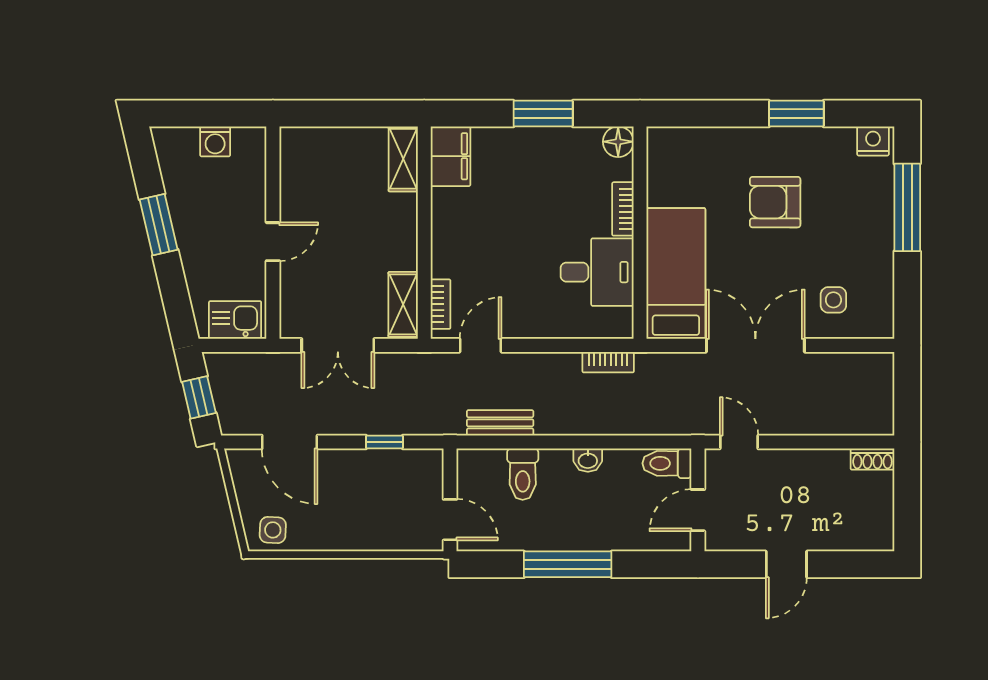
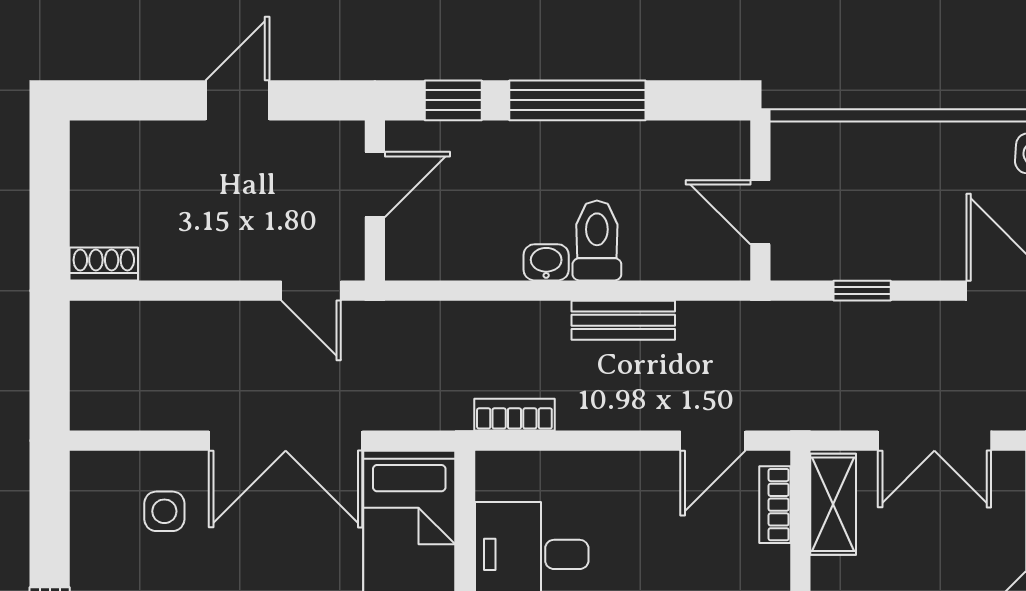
double door: (338, 345) -> (934, 441), swing flipped
bench: (500, 423) -> (623, 320), moved
toilet: (667, 463) -> (423, 257), removed
toilet: (523, 474) -> (597, 240), moved
door: (450, 520) -> (760, 212), moved
window: (648, 564) -> (453, 100), added

